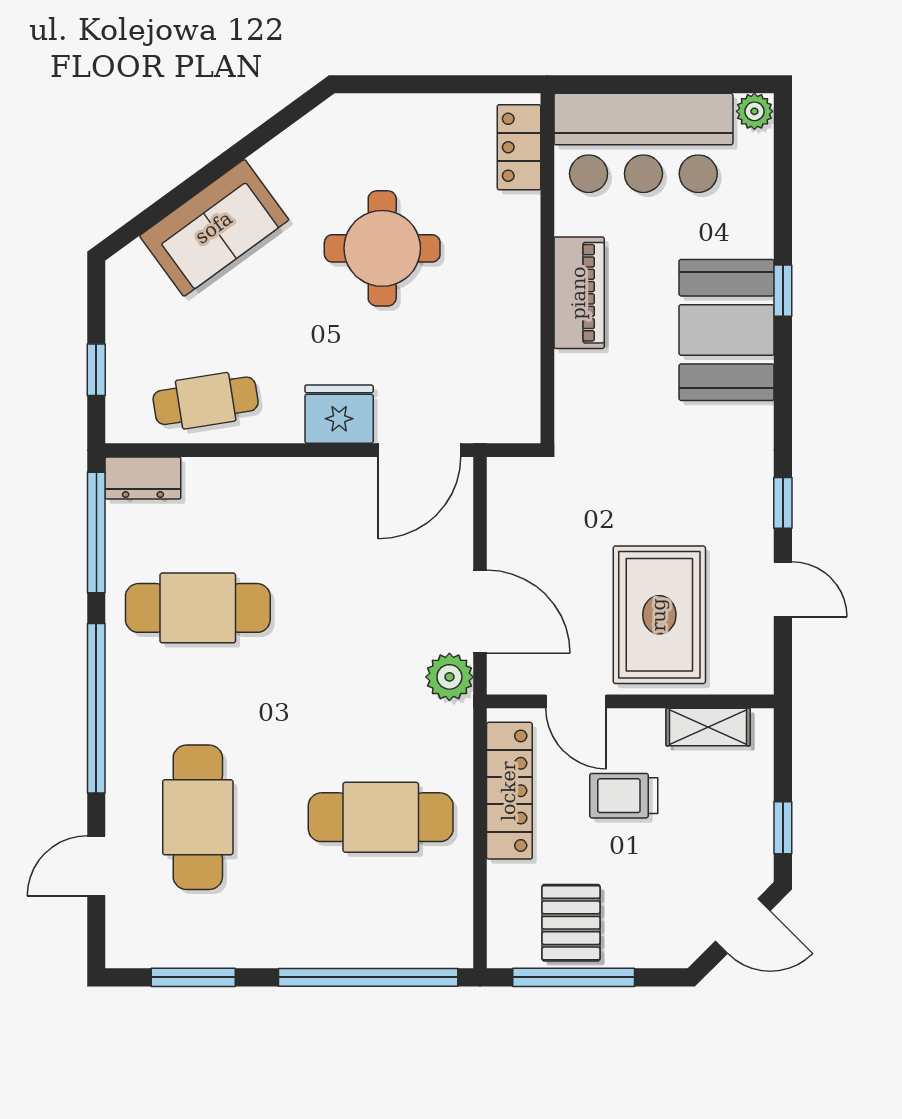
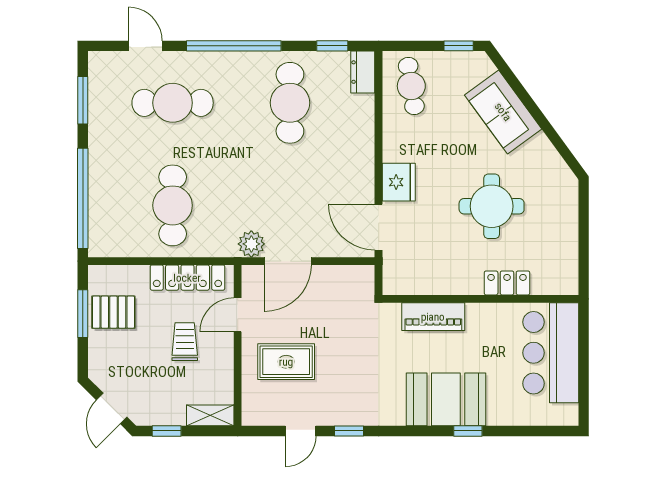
plant: (754, 111) -> (568, 415), removed
locker: (519, 147) -> (507, 283), moved
piano: (579, 293) -> (433, 317), moved
window: (96, 370) -> (459, 46), moved
cafe table: (206, 401) -> (411, 86), moved
window: (96, 533) -> (332, 46), width x0.46
rug: (659, 615) -> (286, 362), width x0.73, depth x0.70
shelving: (708, 727) -> (210, 415), moved, turned 90
window: (574, 977) -> (83, 314), width x0.69

